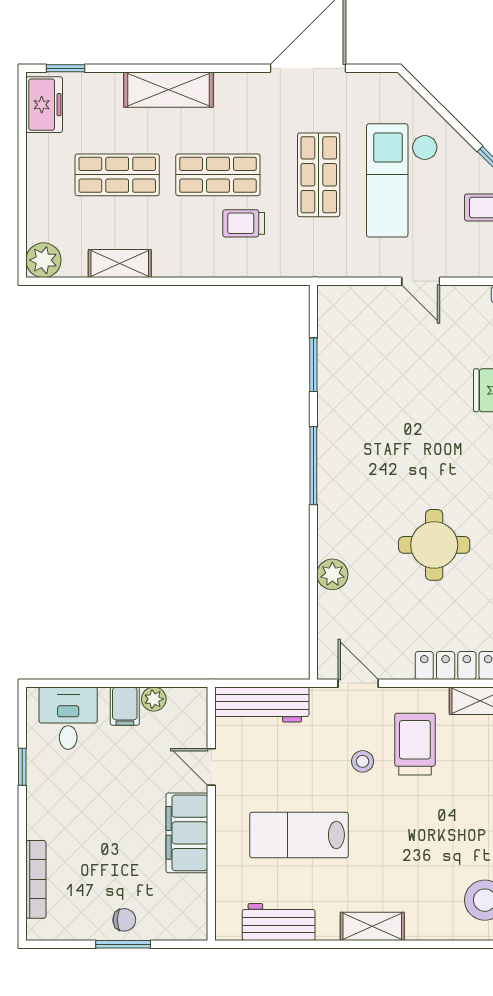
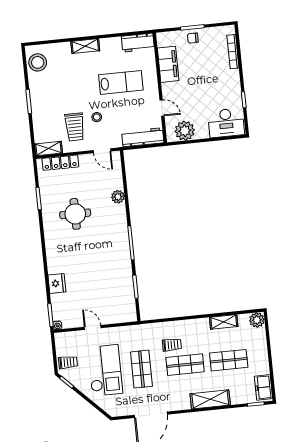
plant: (154, 699) -> (185, 131), width x1.88, depth x1.88
filing cabinet: (125, 706) -> (202, 131), removed
desk: (68, 718) -> (226, 123), width x1.37
filing cabinet: (187, 833) -> (168, 64), moved
workbench: (279, 922) -> (138, 43), moved

